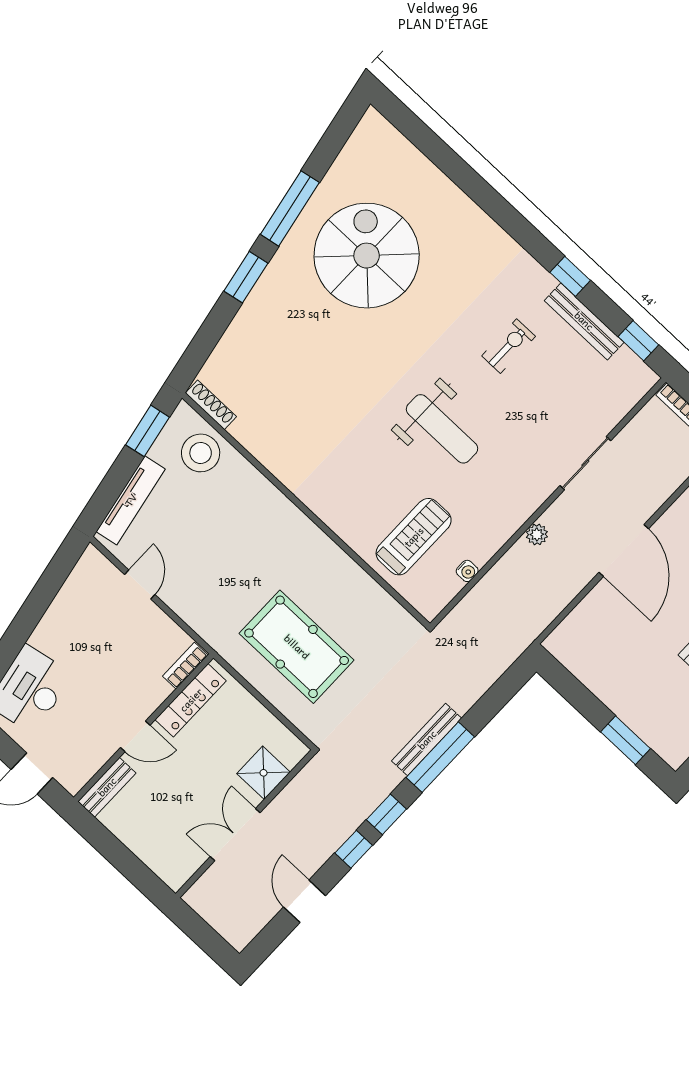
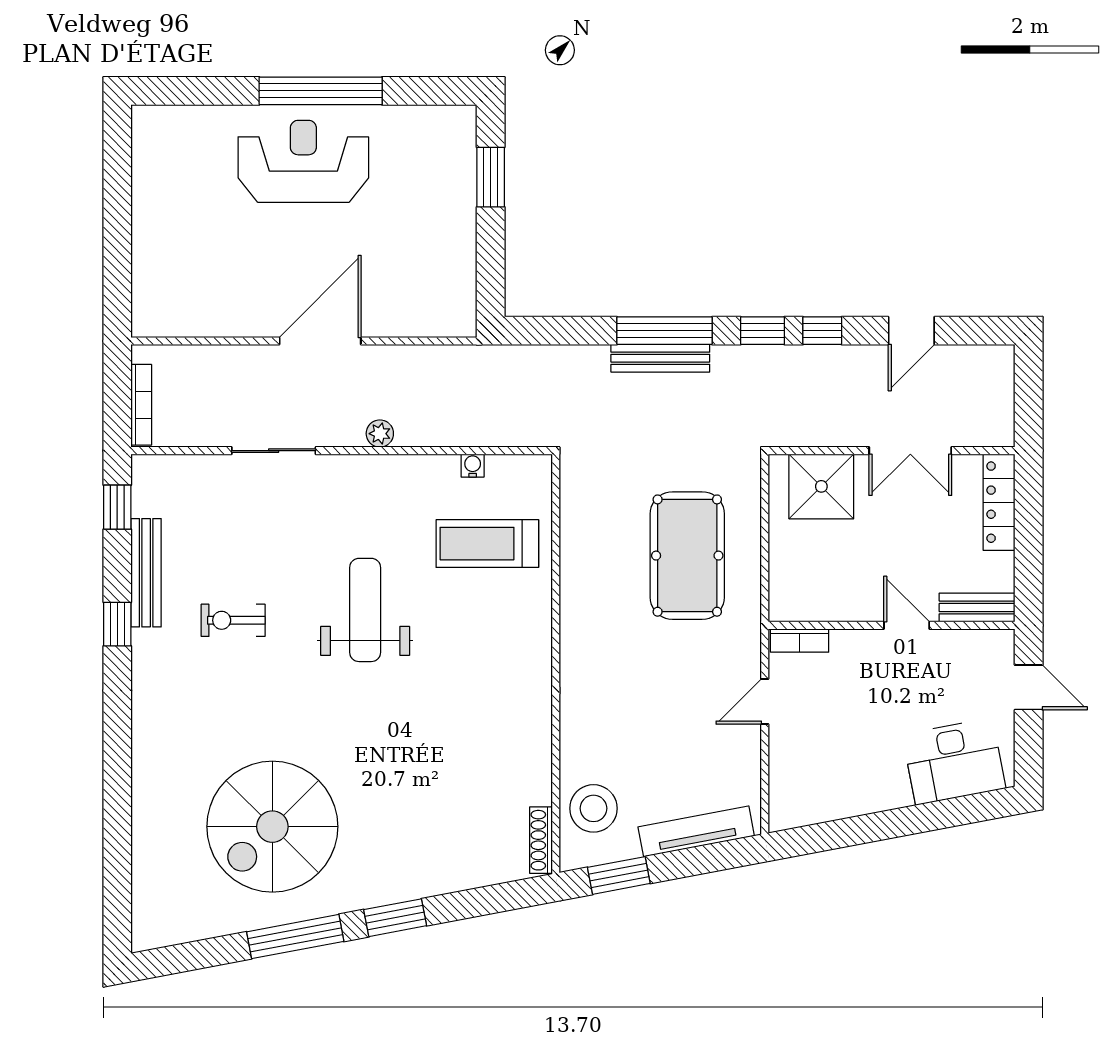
door: (140, 584) -> (765, 702), moved
locker: (191, 700) -> (999, 502), moved, turned -90
shower: (263, 773) -> (821, 486), width x1.36, depth x1.36

